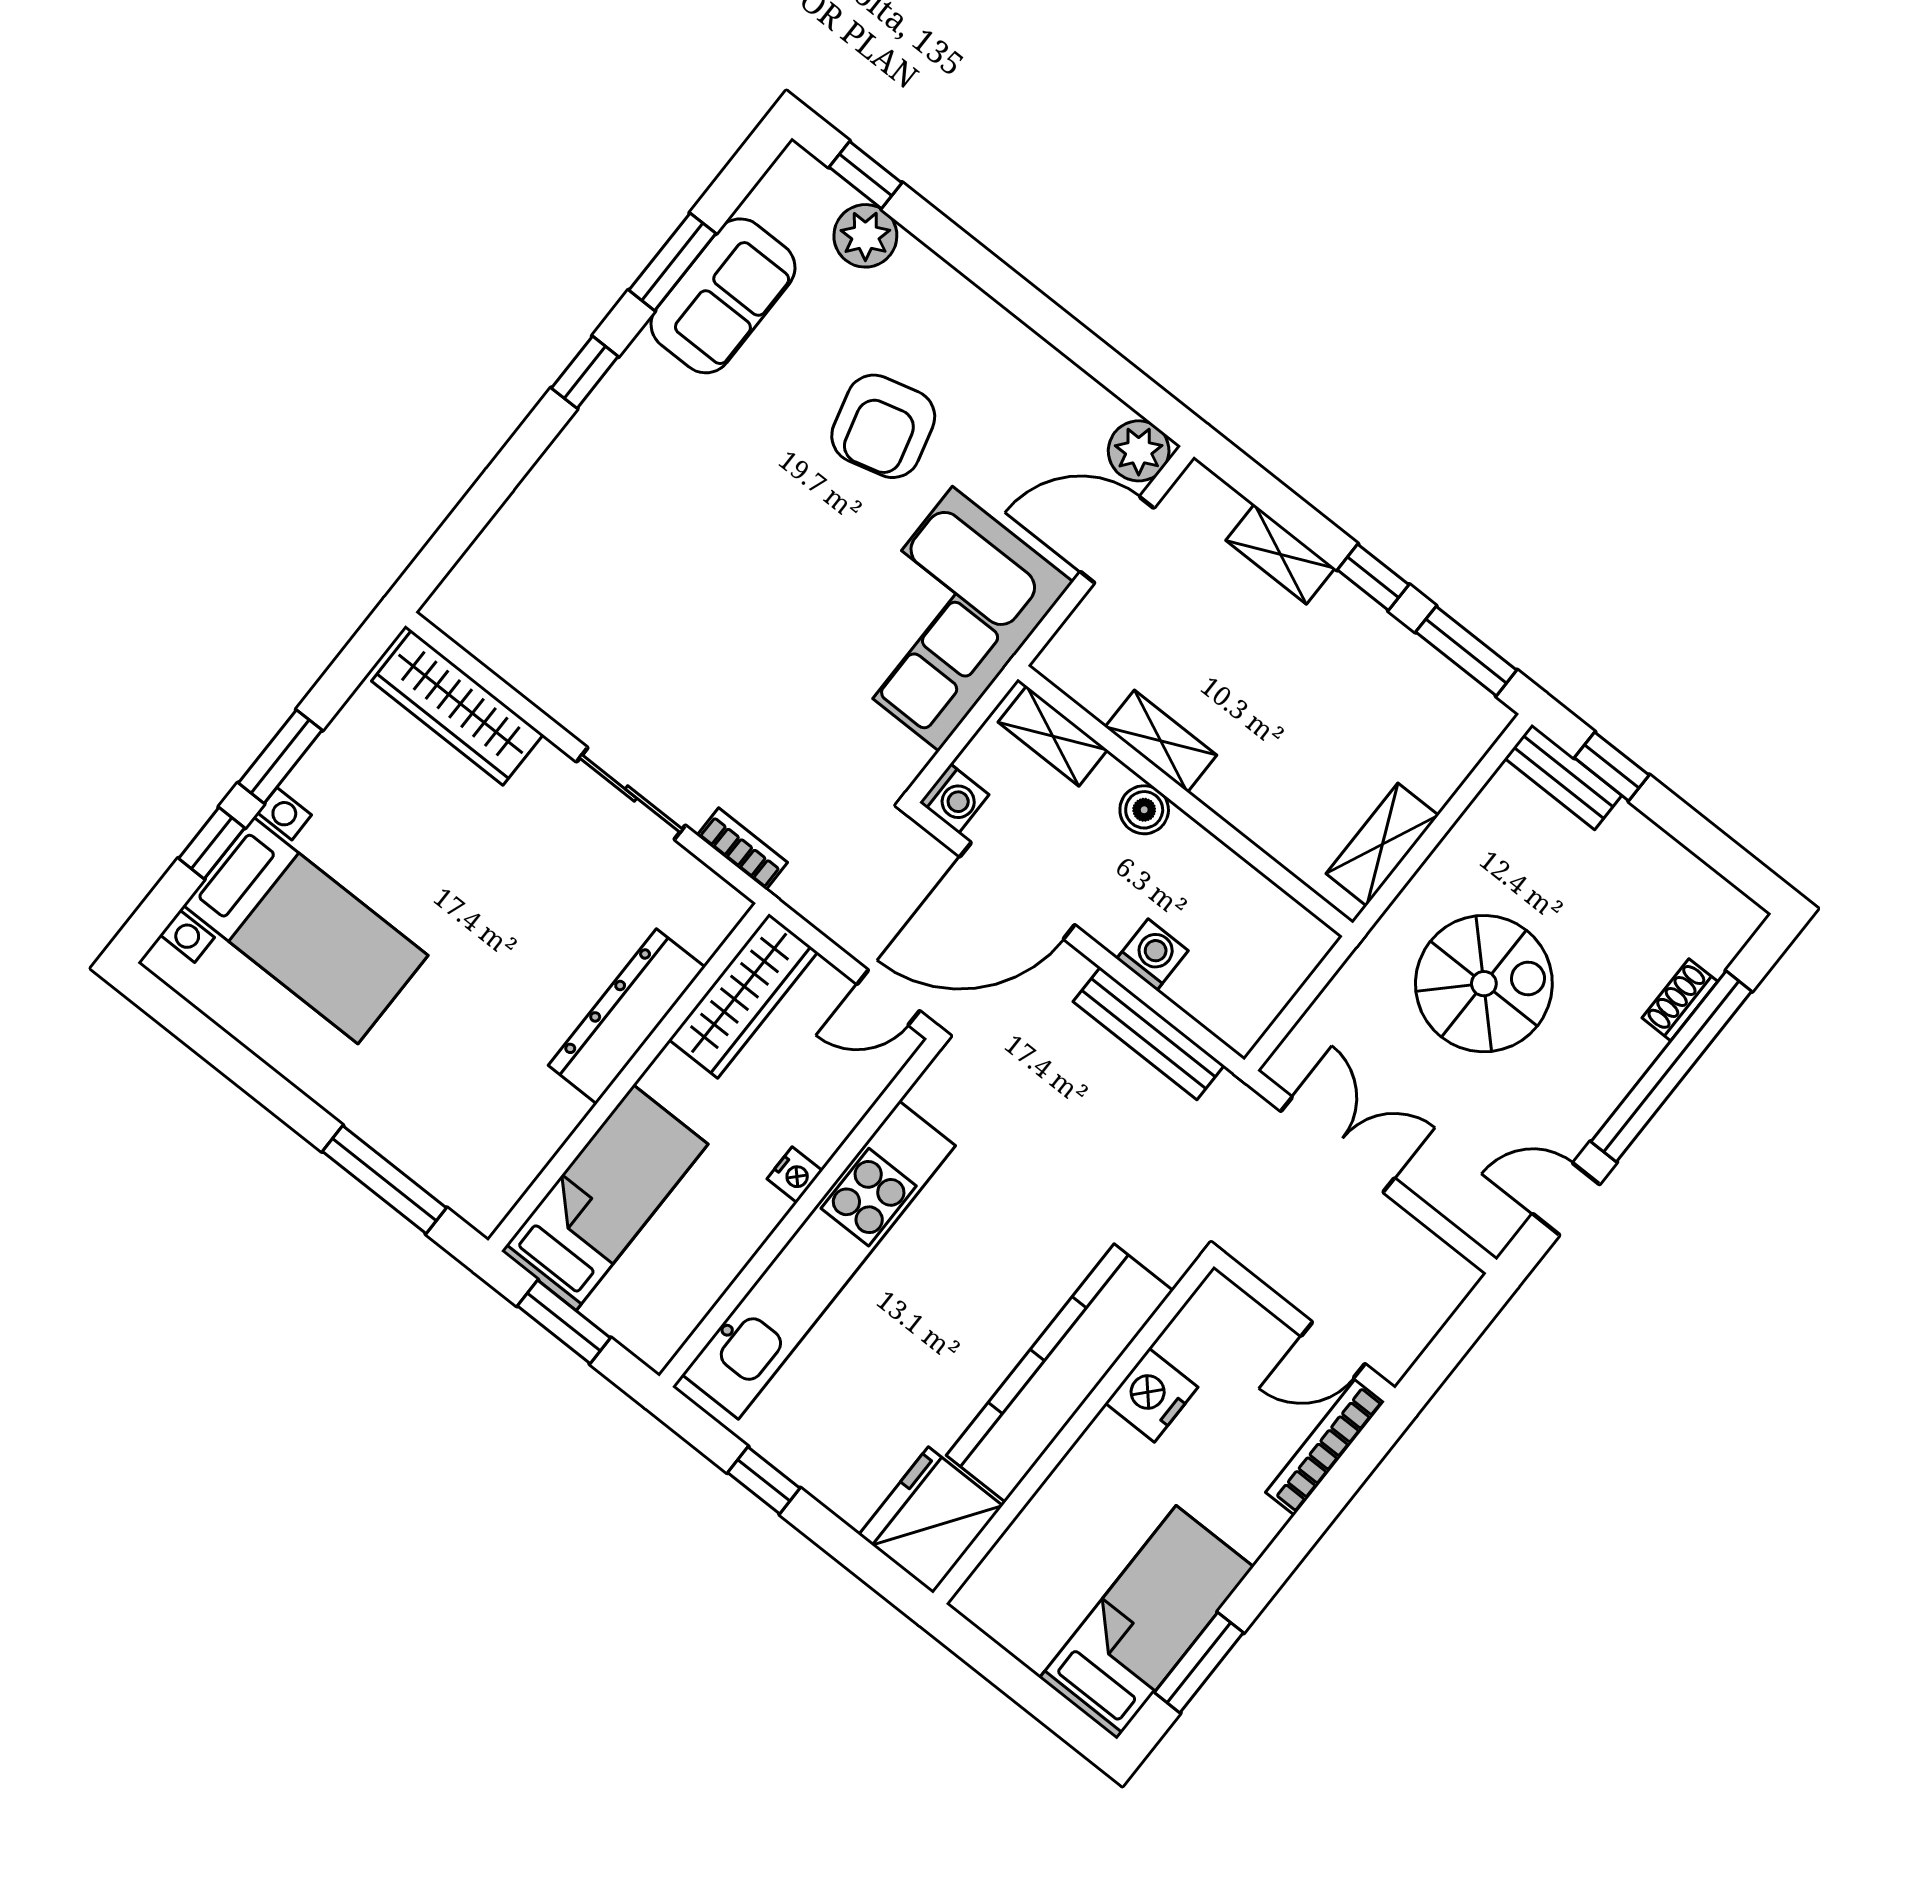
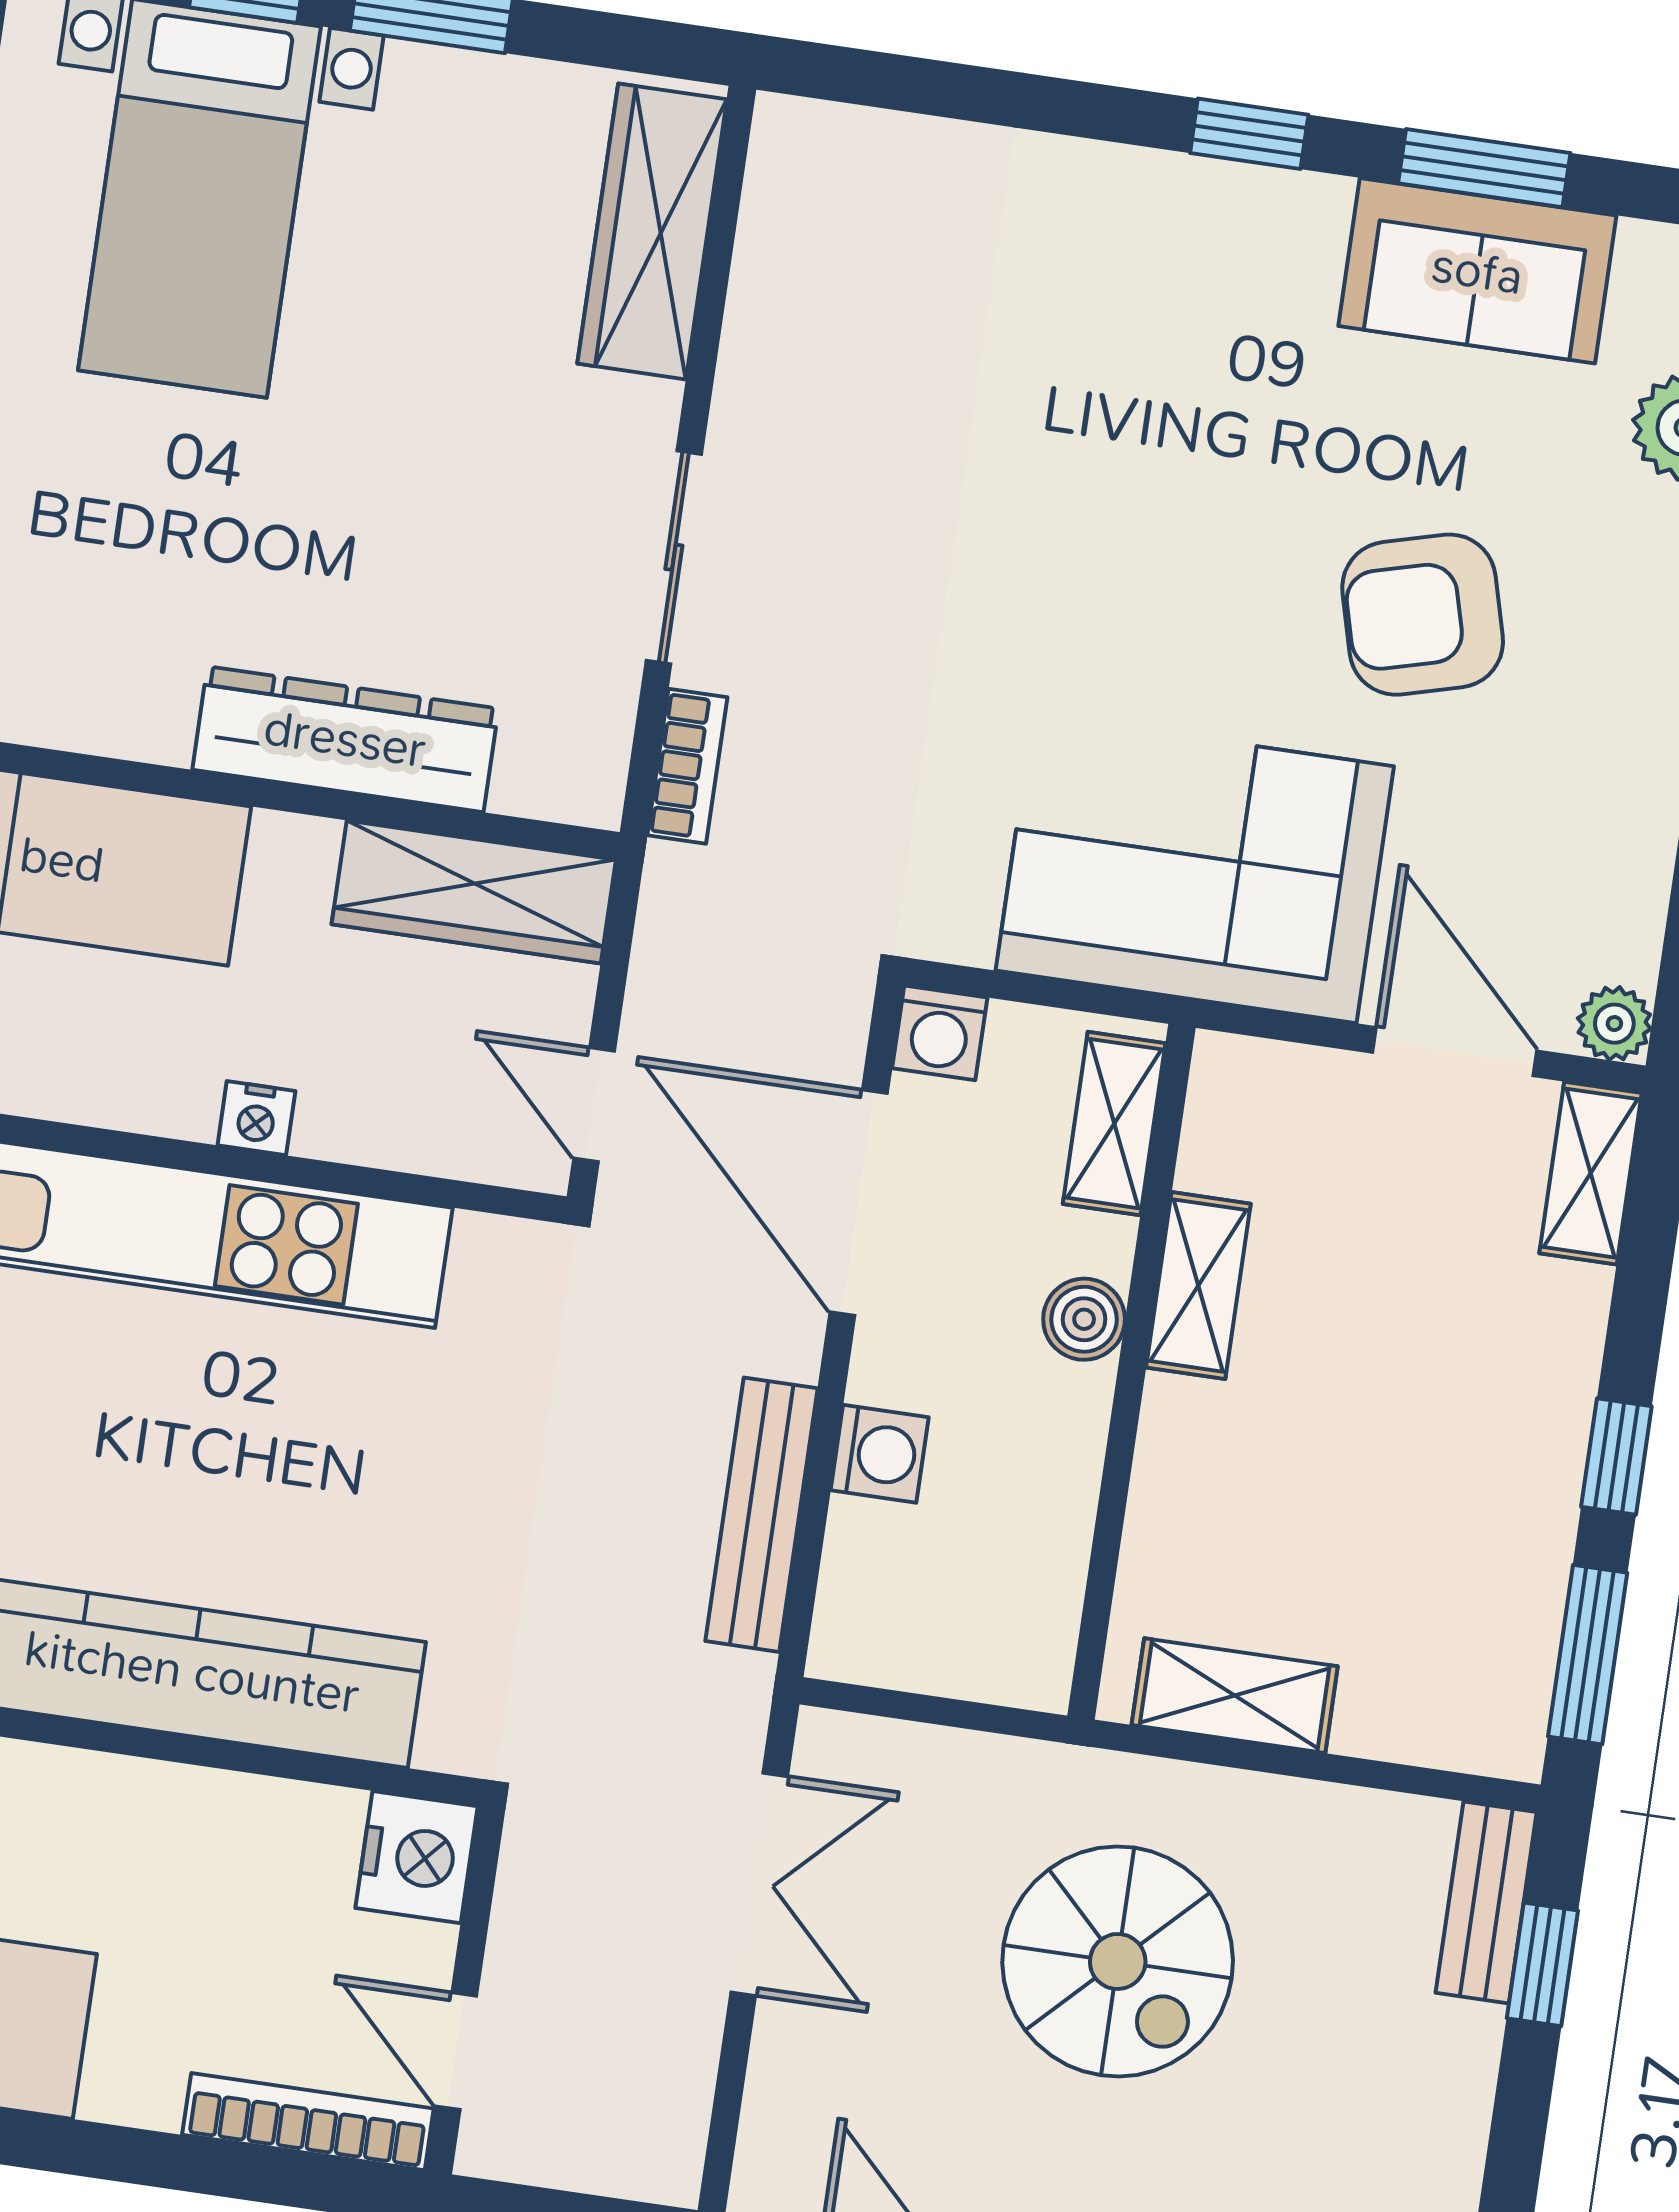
plant: (1139, 451) -> (1614, 1024), width x0.73, depth x0.73
shelving: (1280, 554) -> (1590, 1173), moved
nightstand: (1152, 1395) -> (417, 1857), moved, turned 90

